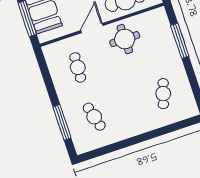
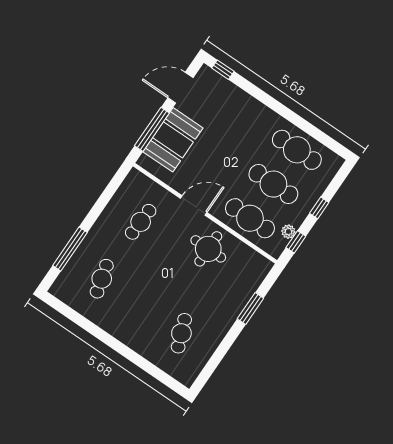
window: (180, 41) -> (250, 308), width x0.69
cafe table: (163, 94) -> (181, 333), turned -39

